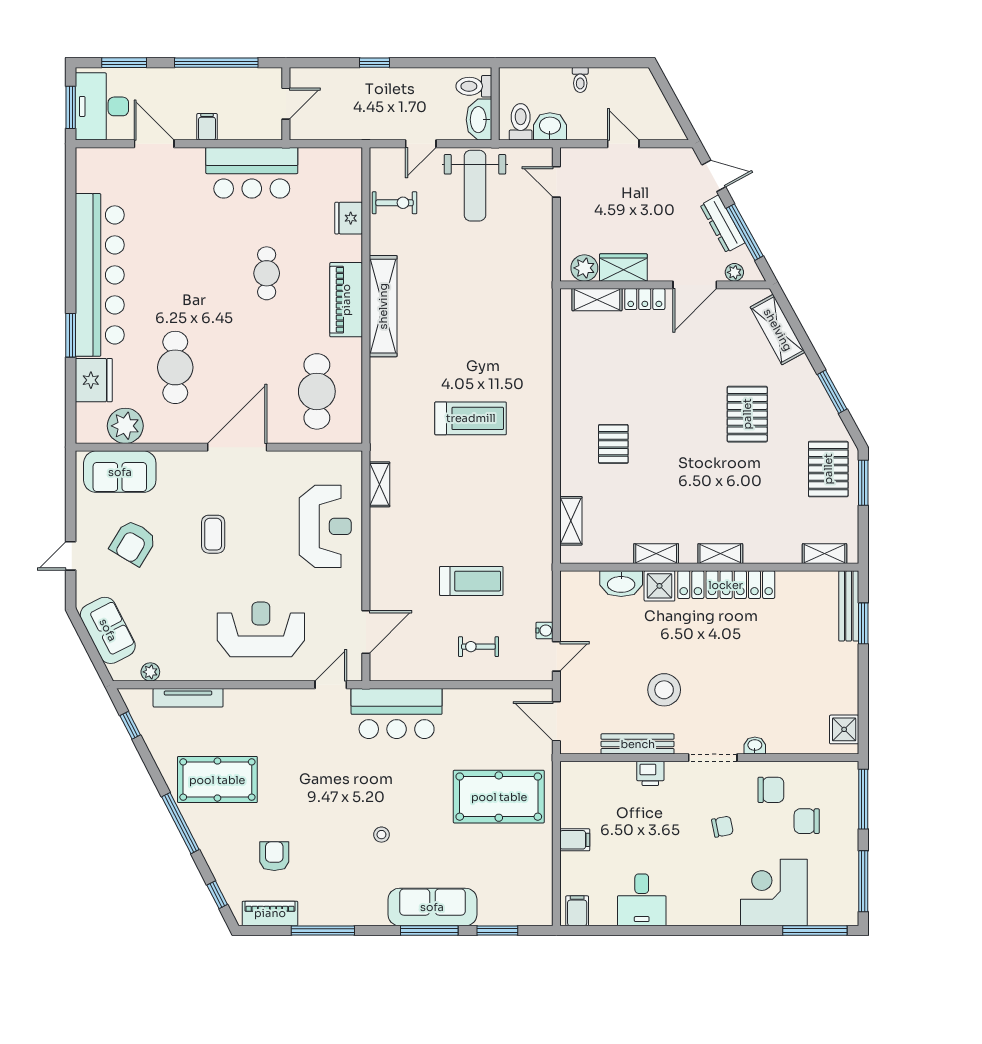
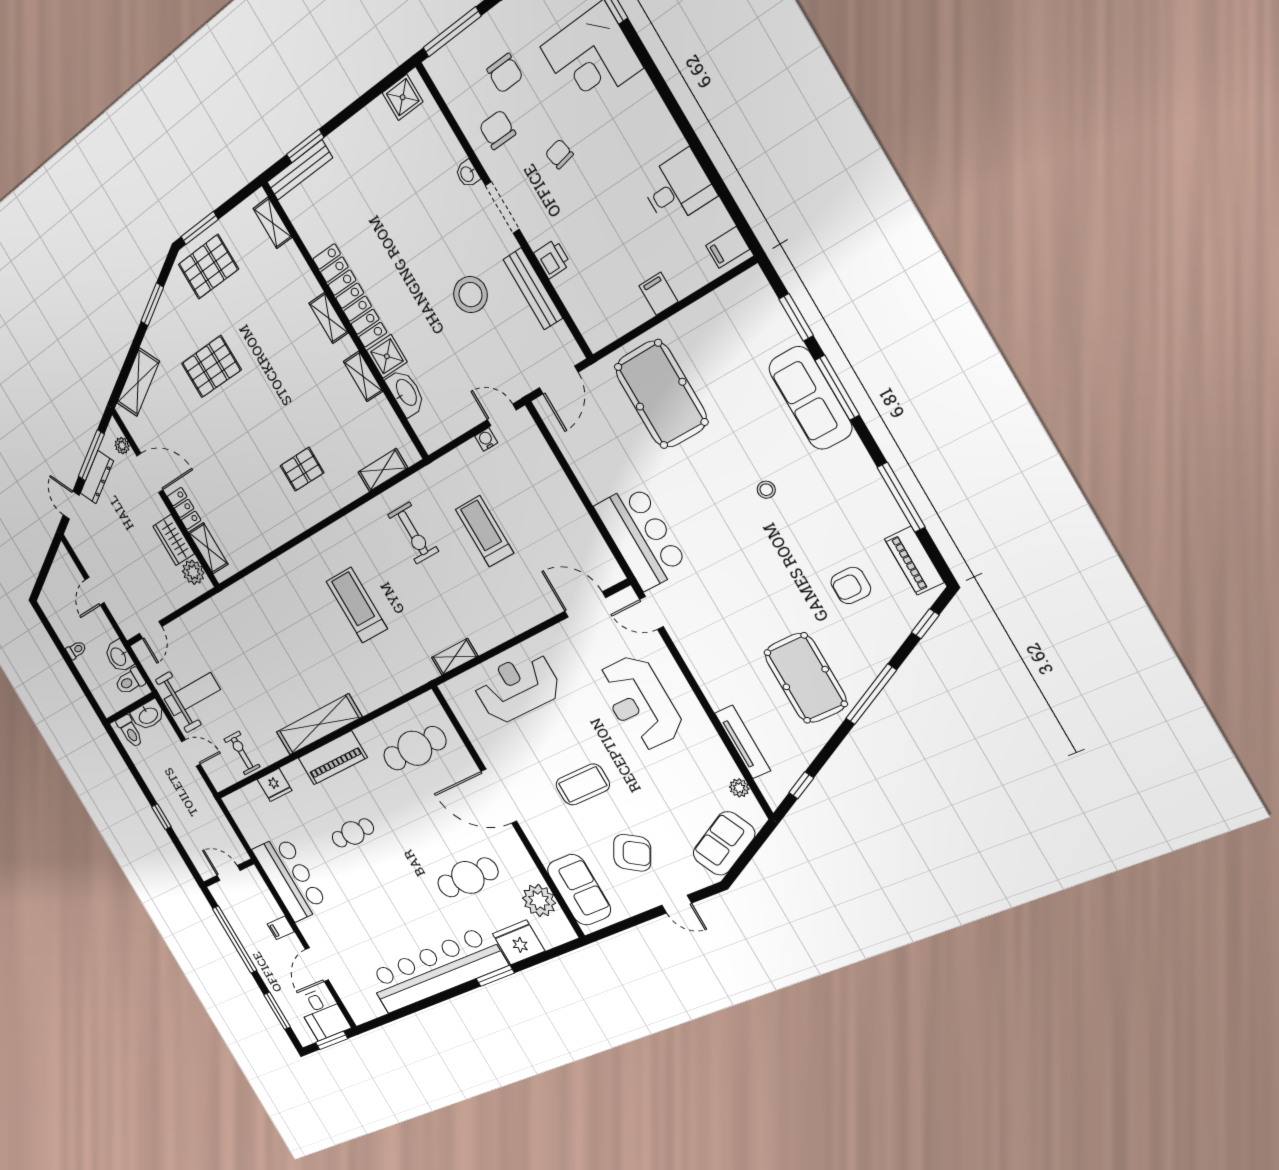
desk: (102, 106) -> (322, 1014), width x0.73
coffee table: (213, 534) -> (583, 785), width x1.36, depth x1.30
exercise bike: (478, 647) -> (413, 533), moved, width x1.38, depth x1.39

